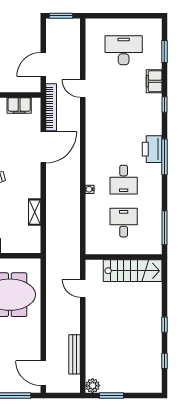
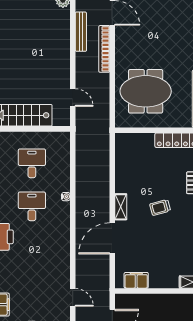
bookcase: (51, 107) -> (104, 49), moved
shelving: (35, 212) -> (121, 207), moved
desk: (124, 223) -> (32, 163), turned 180

